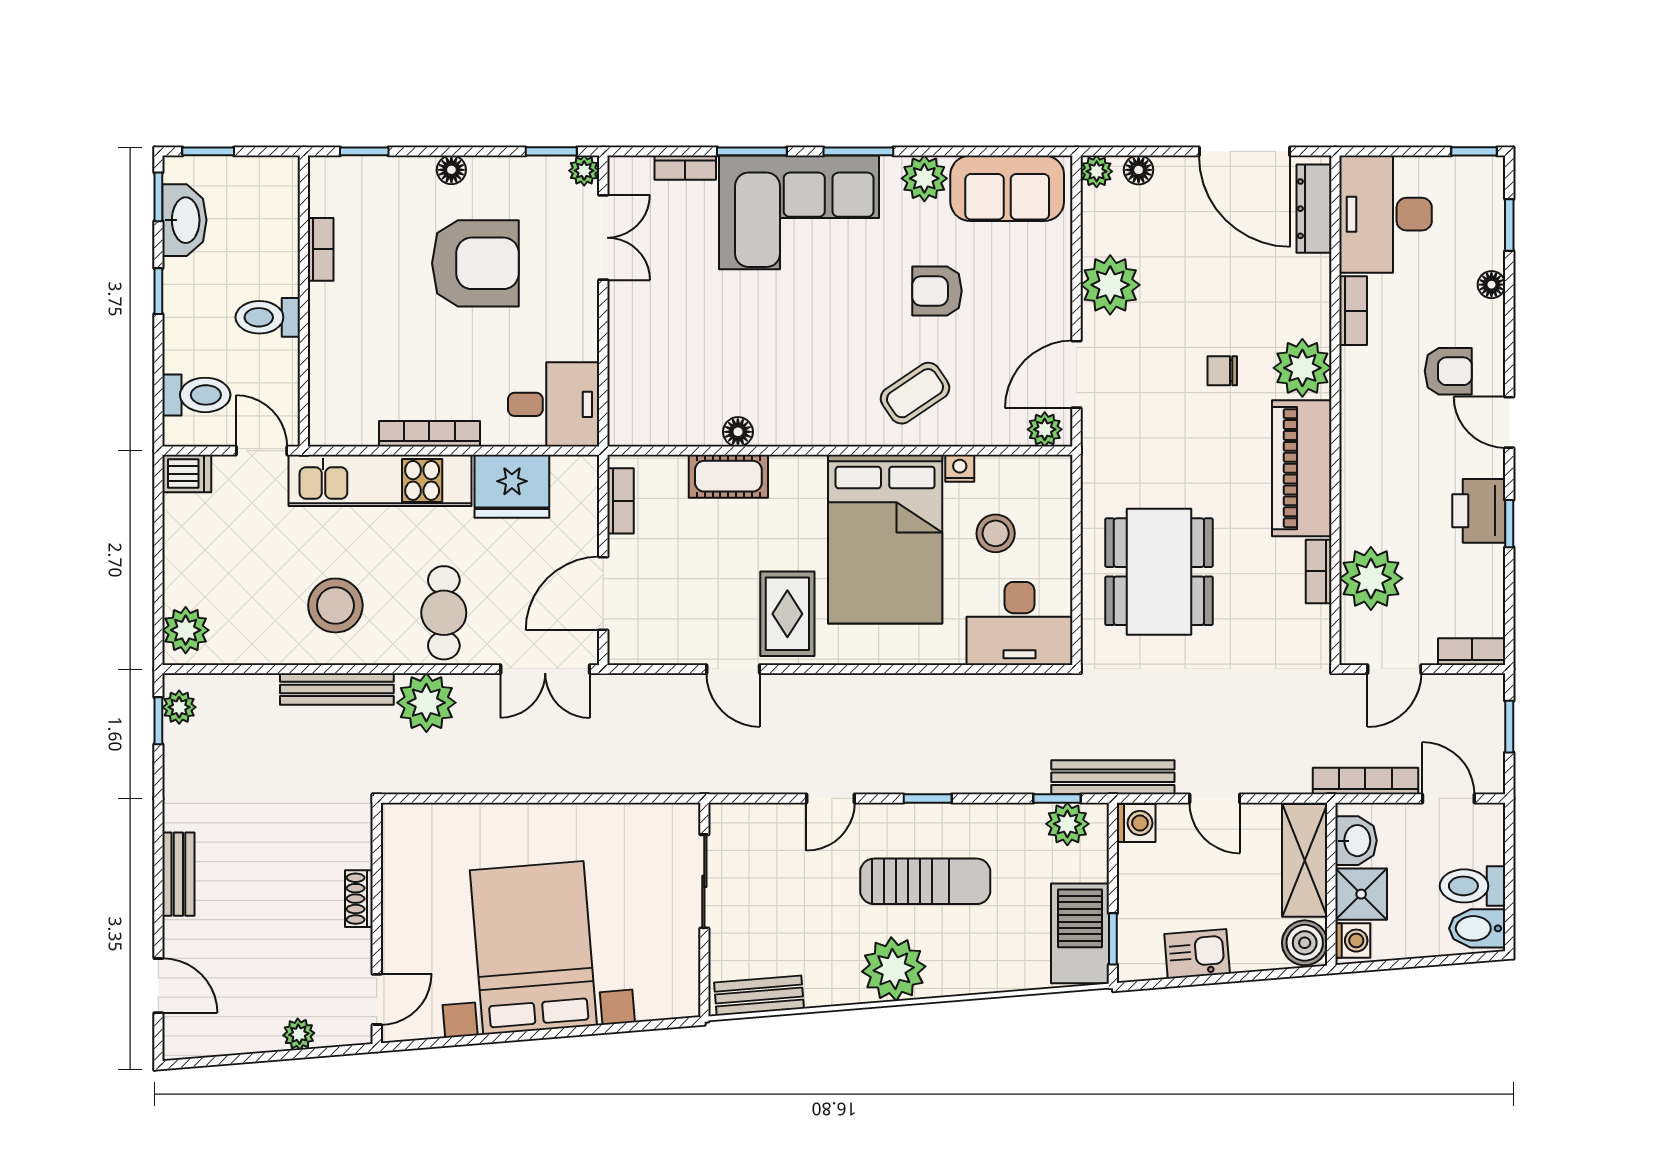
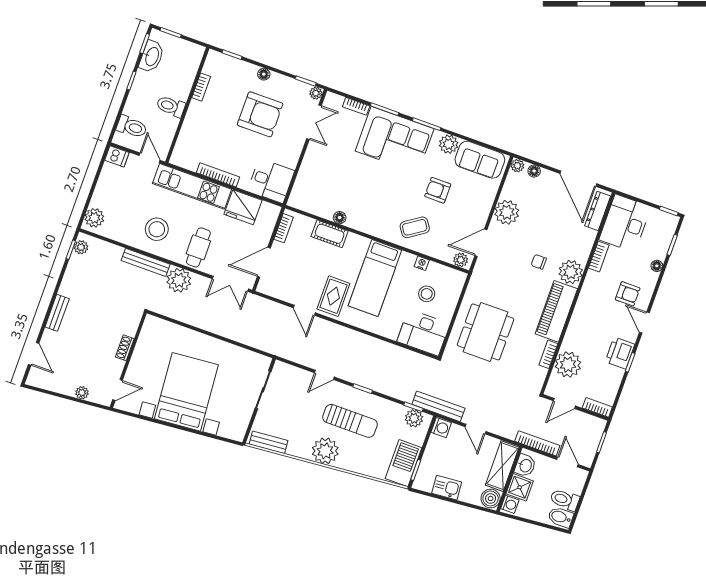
bed: (885, 539) -> (375, 278), width x0.67

